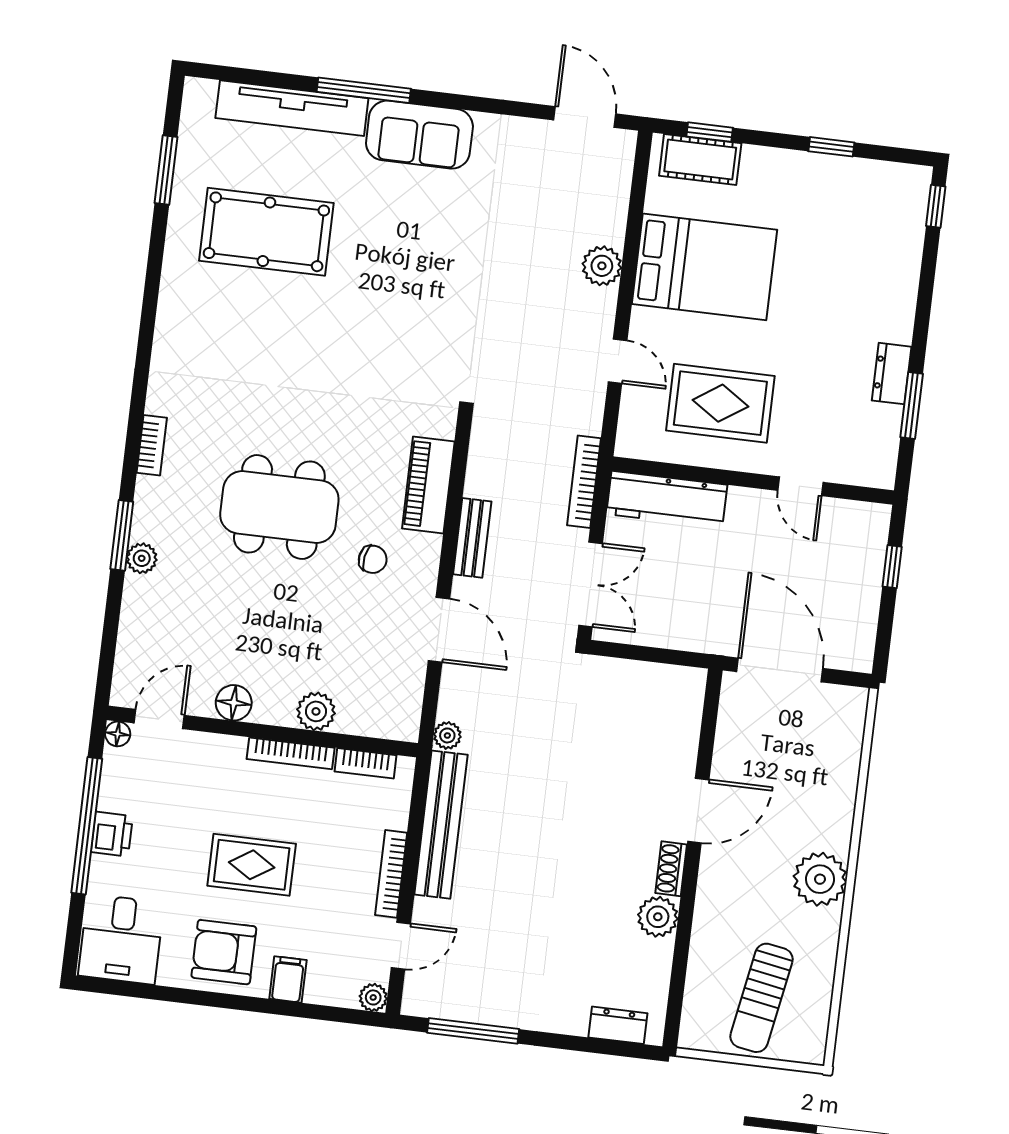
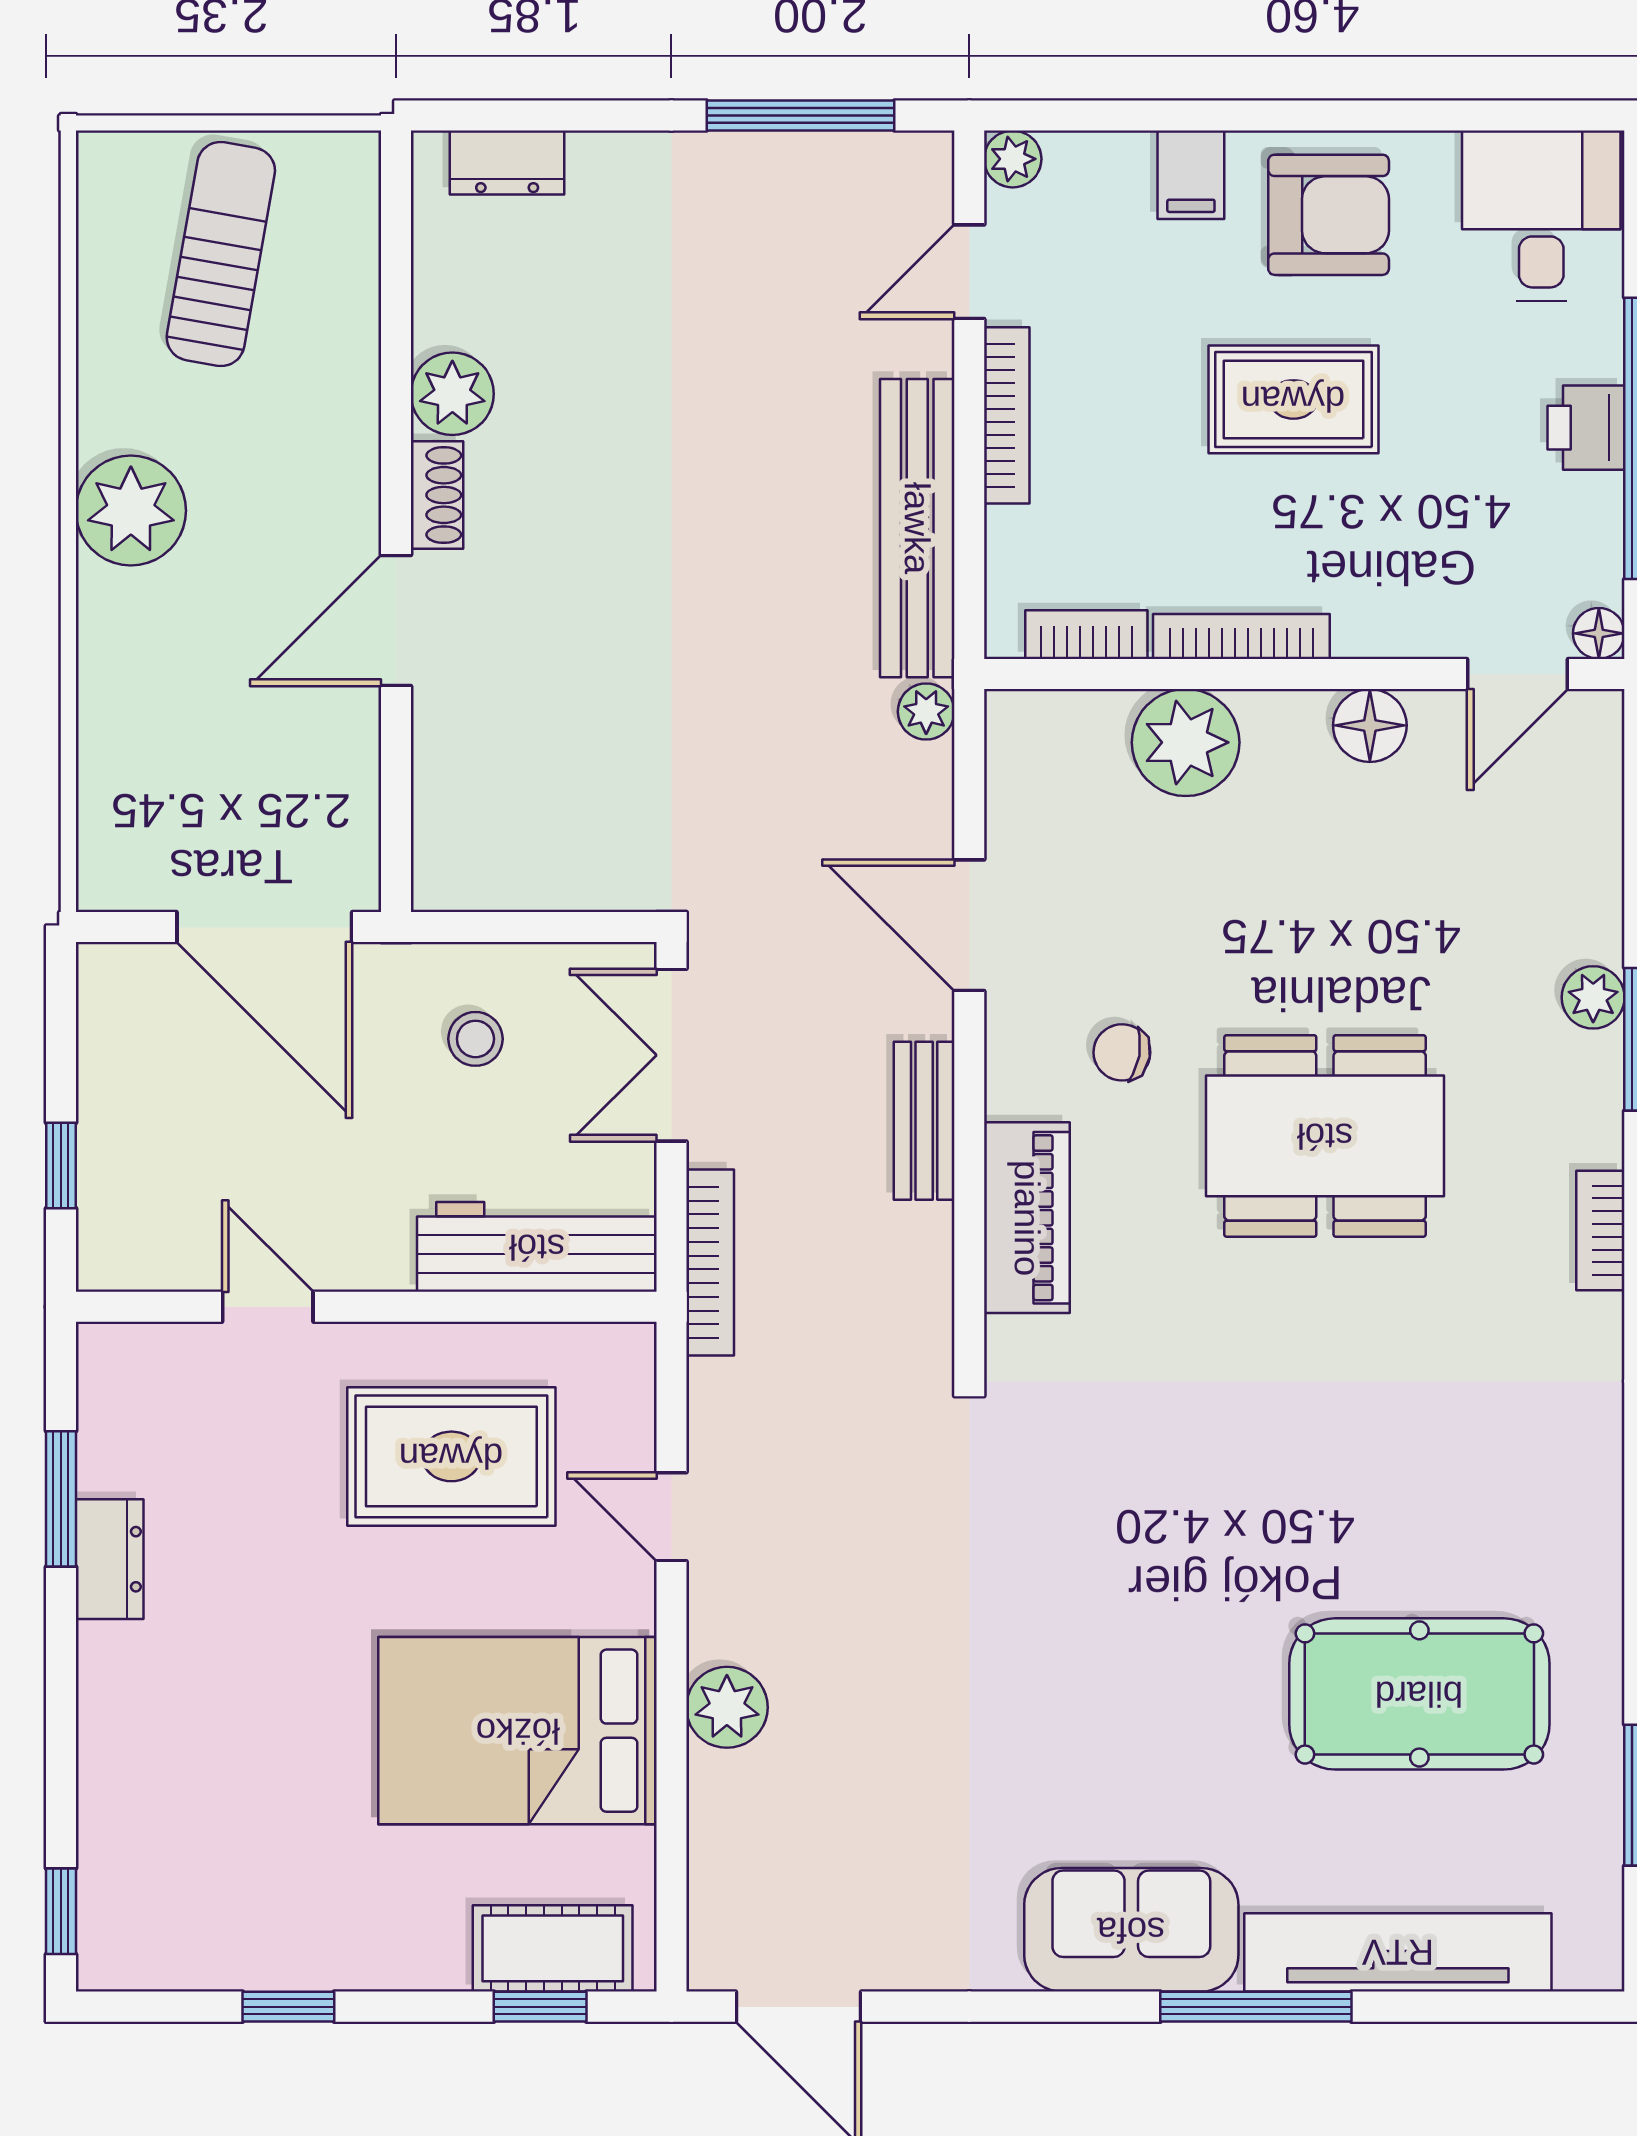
stool: (684, 604) -> (475, 1039), added
plant: (316, 711) -> (1186, 742), width x1.36, depth x1.36

